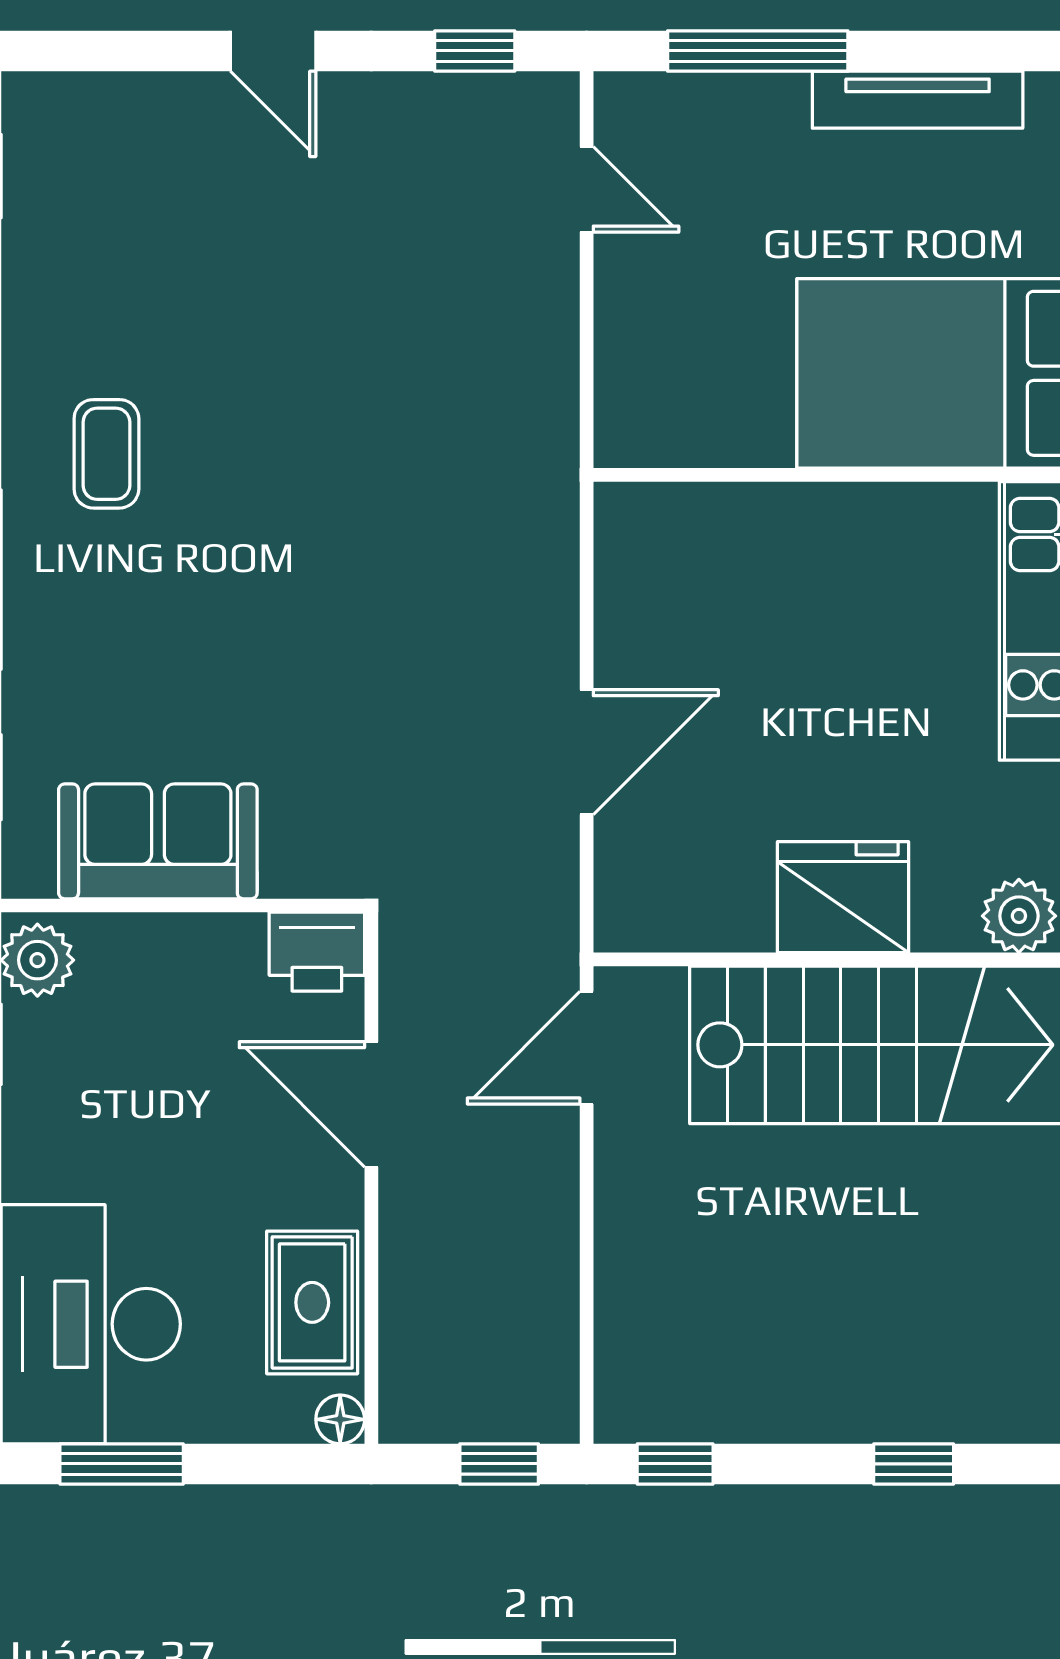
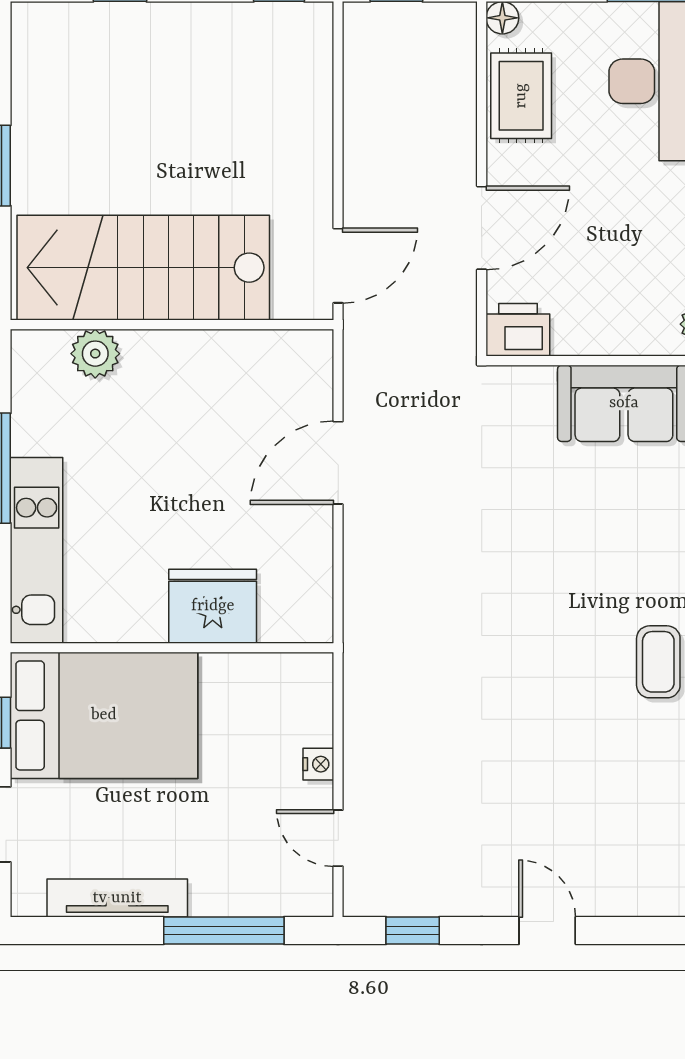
nightstand: (616, 300) -> (318, 764), added
fridge: (843, 897) -> (213, 606), moved, turned 180
plant: (1019, 916) -> (95, 354), moved
door: (371, 1104) -> (482, 228), hinge flipped

